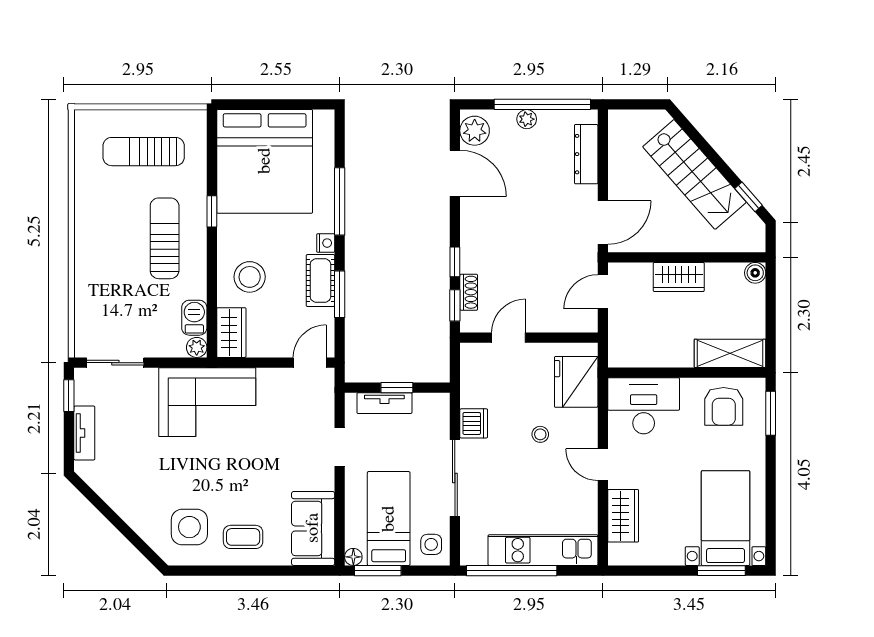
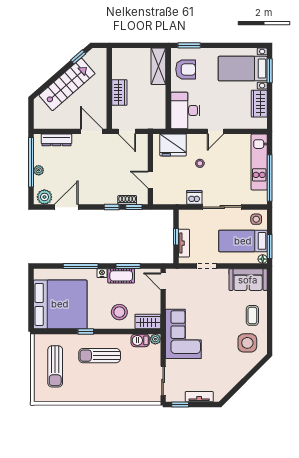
boiler: (755, 273) -> (117, 53), removed
wardrobe: (623, 516) -> (259, 104), moved, turned -90

